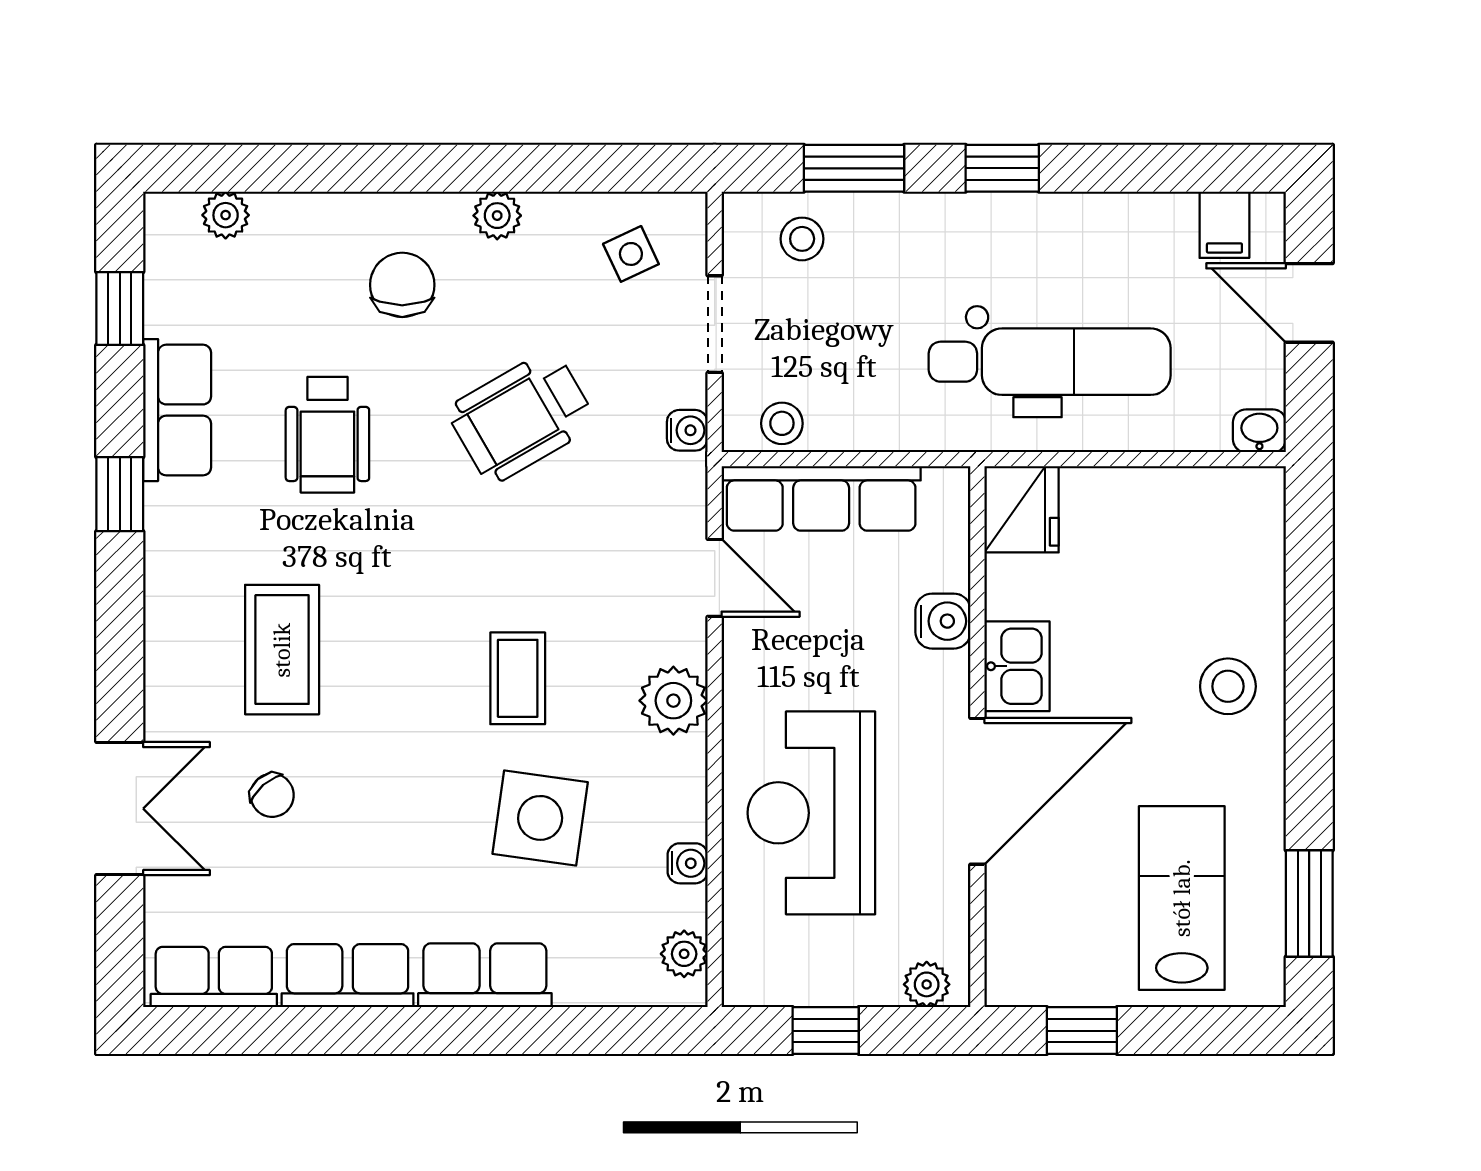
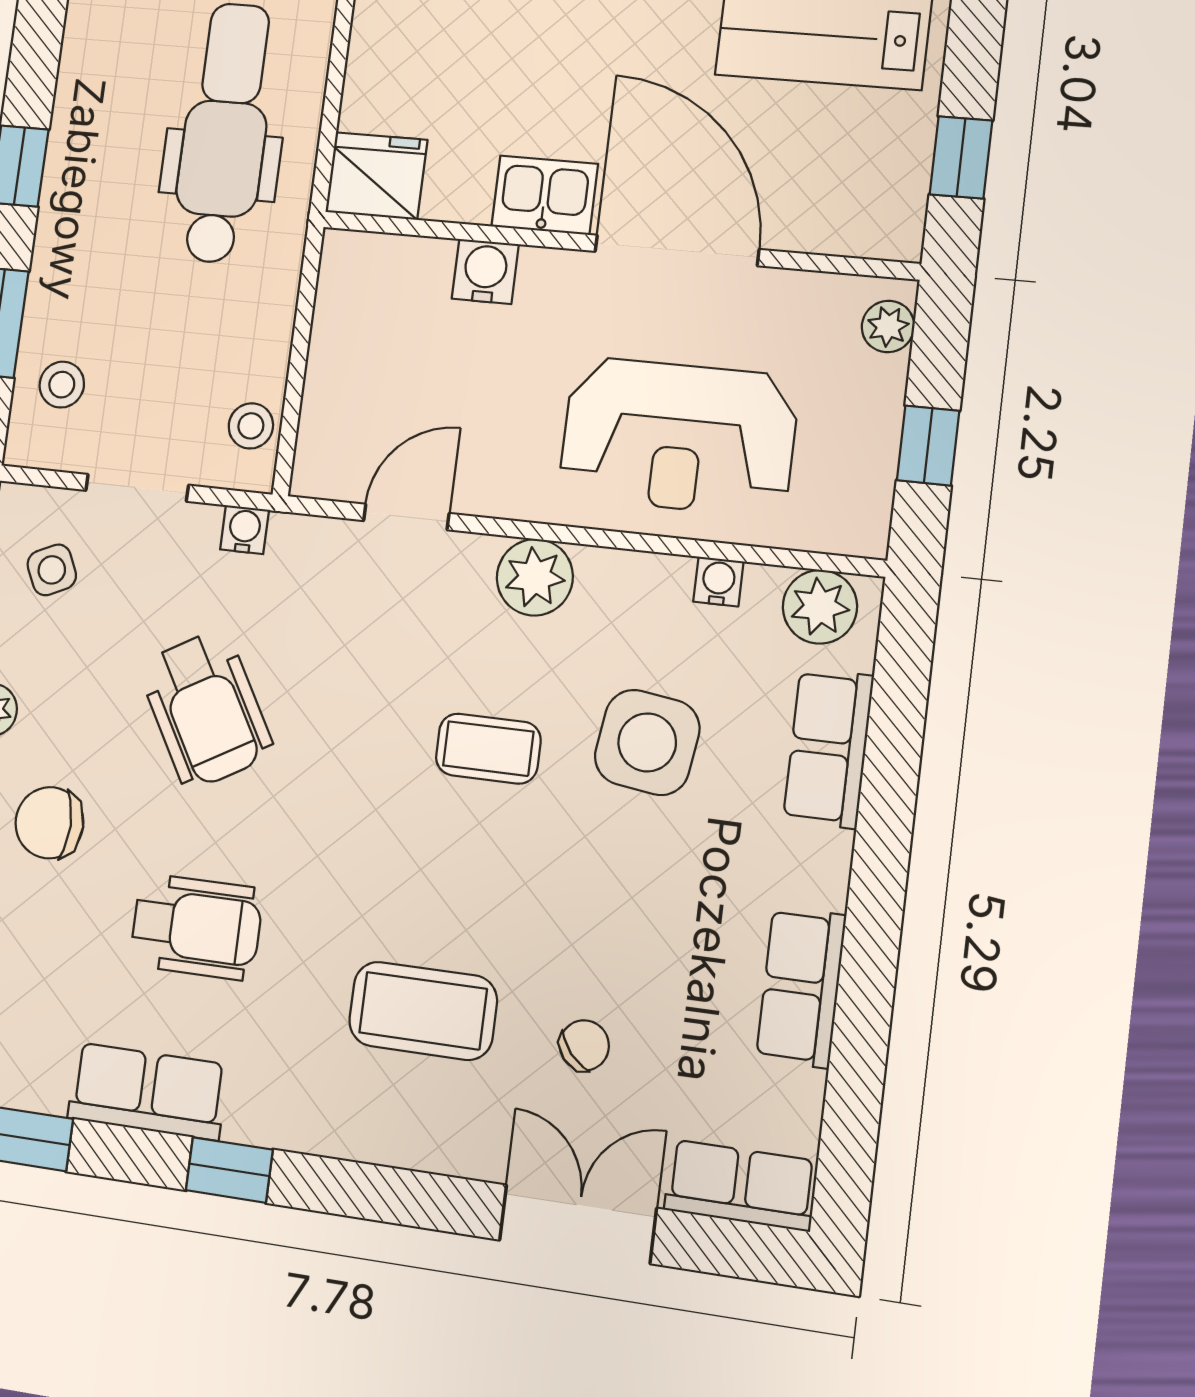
row of seats: (821, 498) -> (336, 391), removed
plant: (684, 954) -> (820, 607), width x1.38, depth x1.38
row of seats: (485, 975) -> (828, 748), moved
row of seats: (214, 977) -> (741, 1185), moved, turned 90

